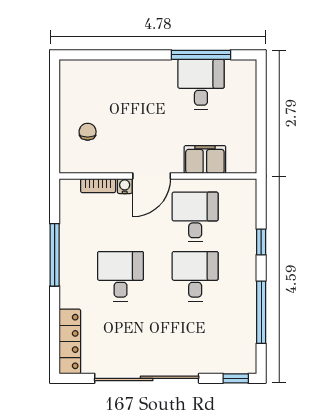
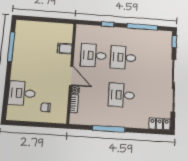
desk: (201, 84) -> (22, 93), moved
filing cabinet: (205, 159) -> (65, 49), width x0.50
locker: (70, 341) -> (159, 124), width x0.66

